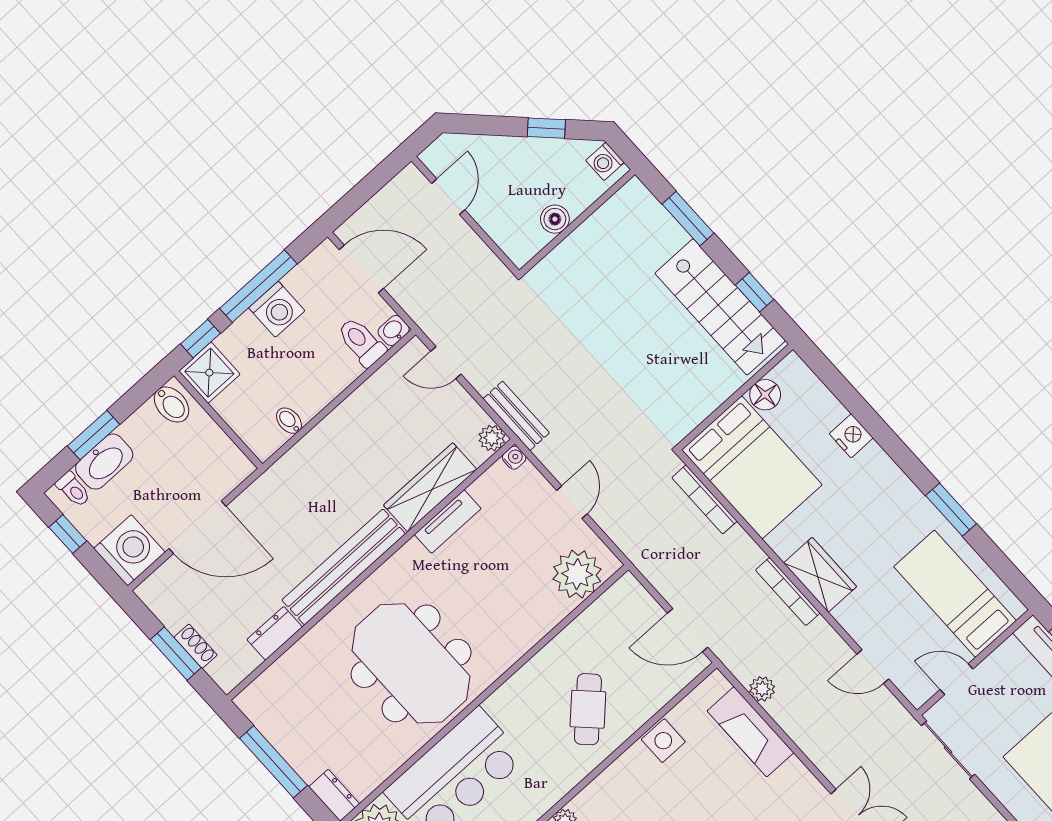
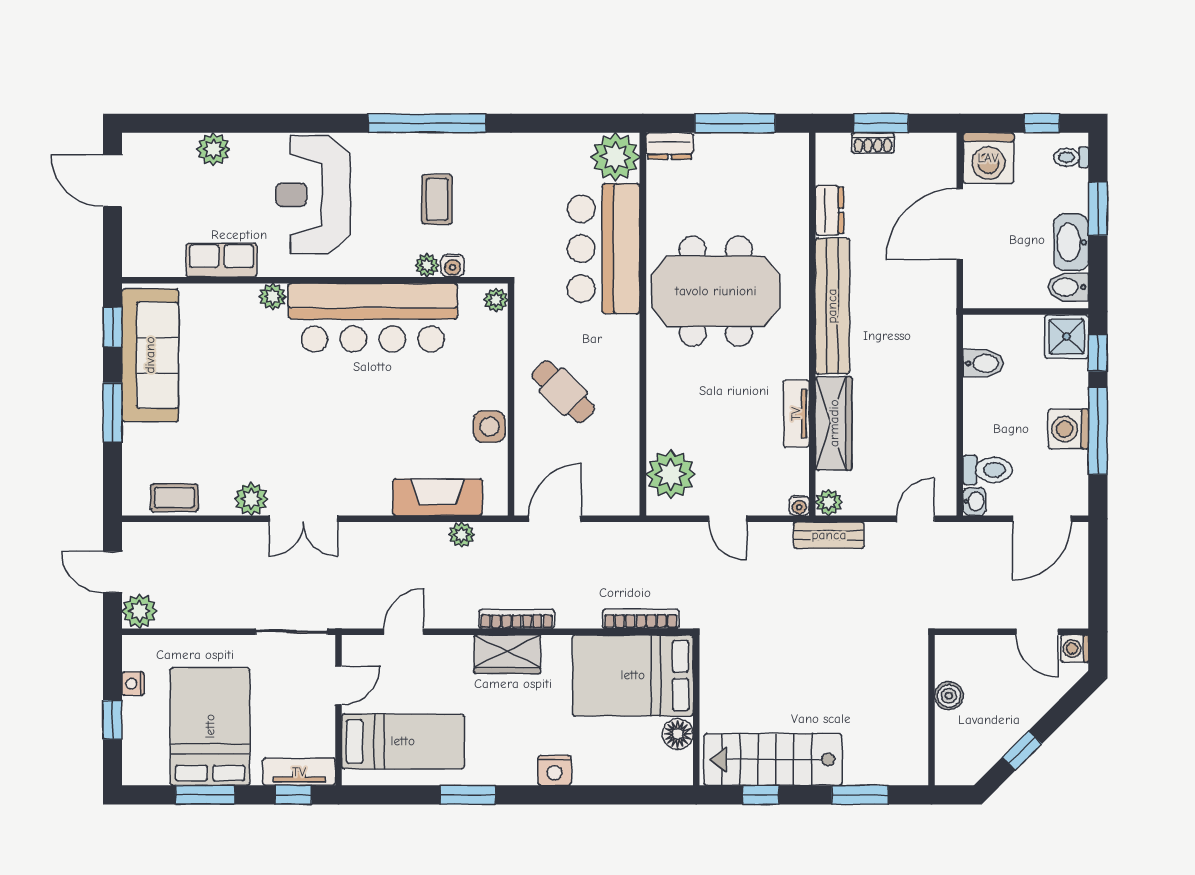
washing machine: (605, 161) -> (1075, 649), moved, turned -90
bidet: (289, 421) -> (983, 363), width x1.38, depth x1.36
nightstand: (851, 436) -> (555, 770), moved
washbasin: (104, 462) -> (1071, 242), moved

